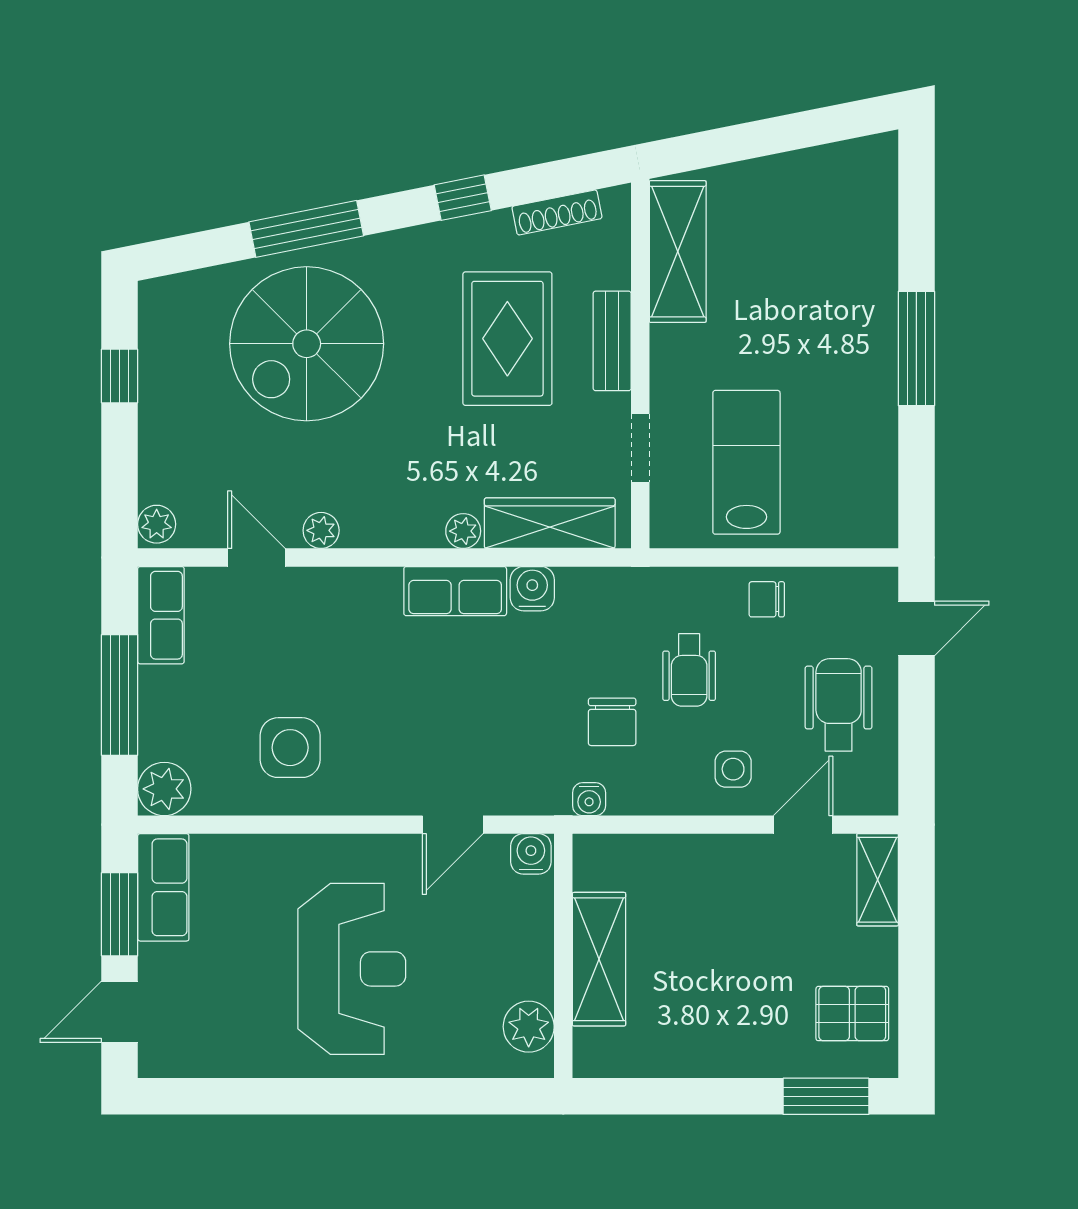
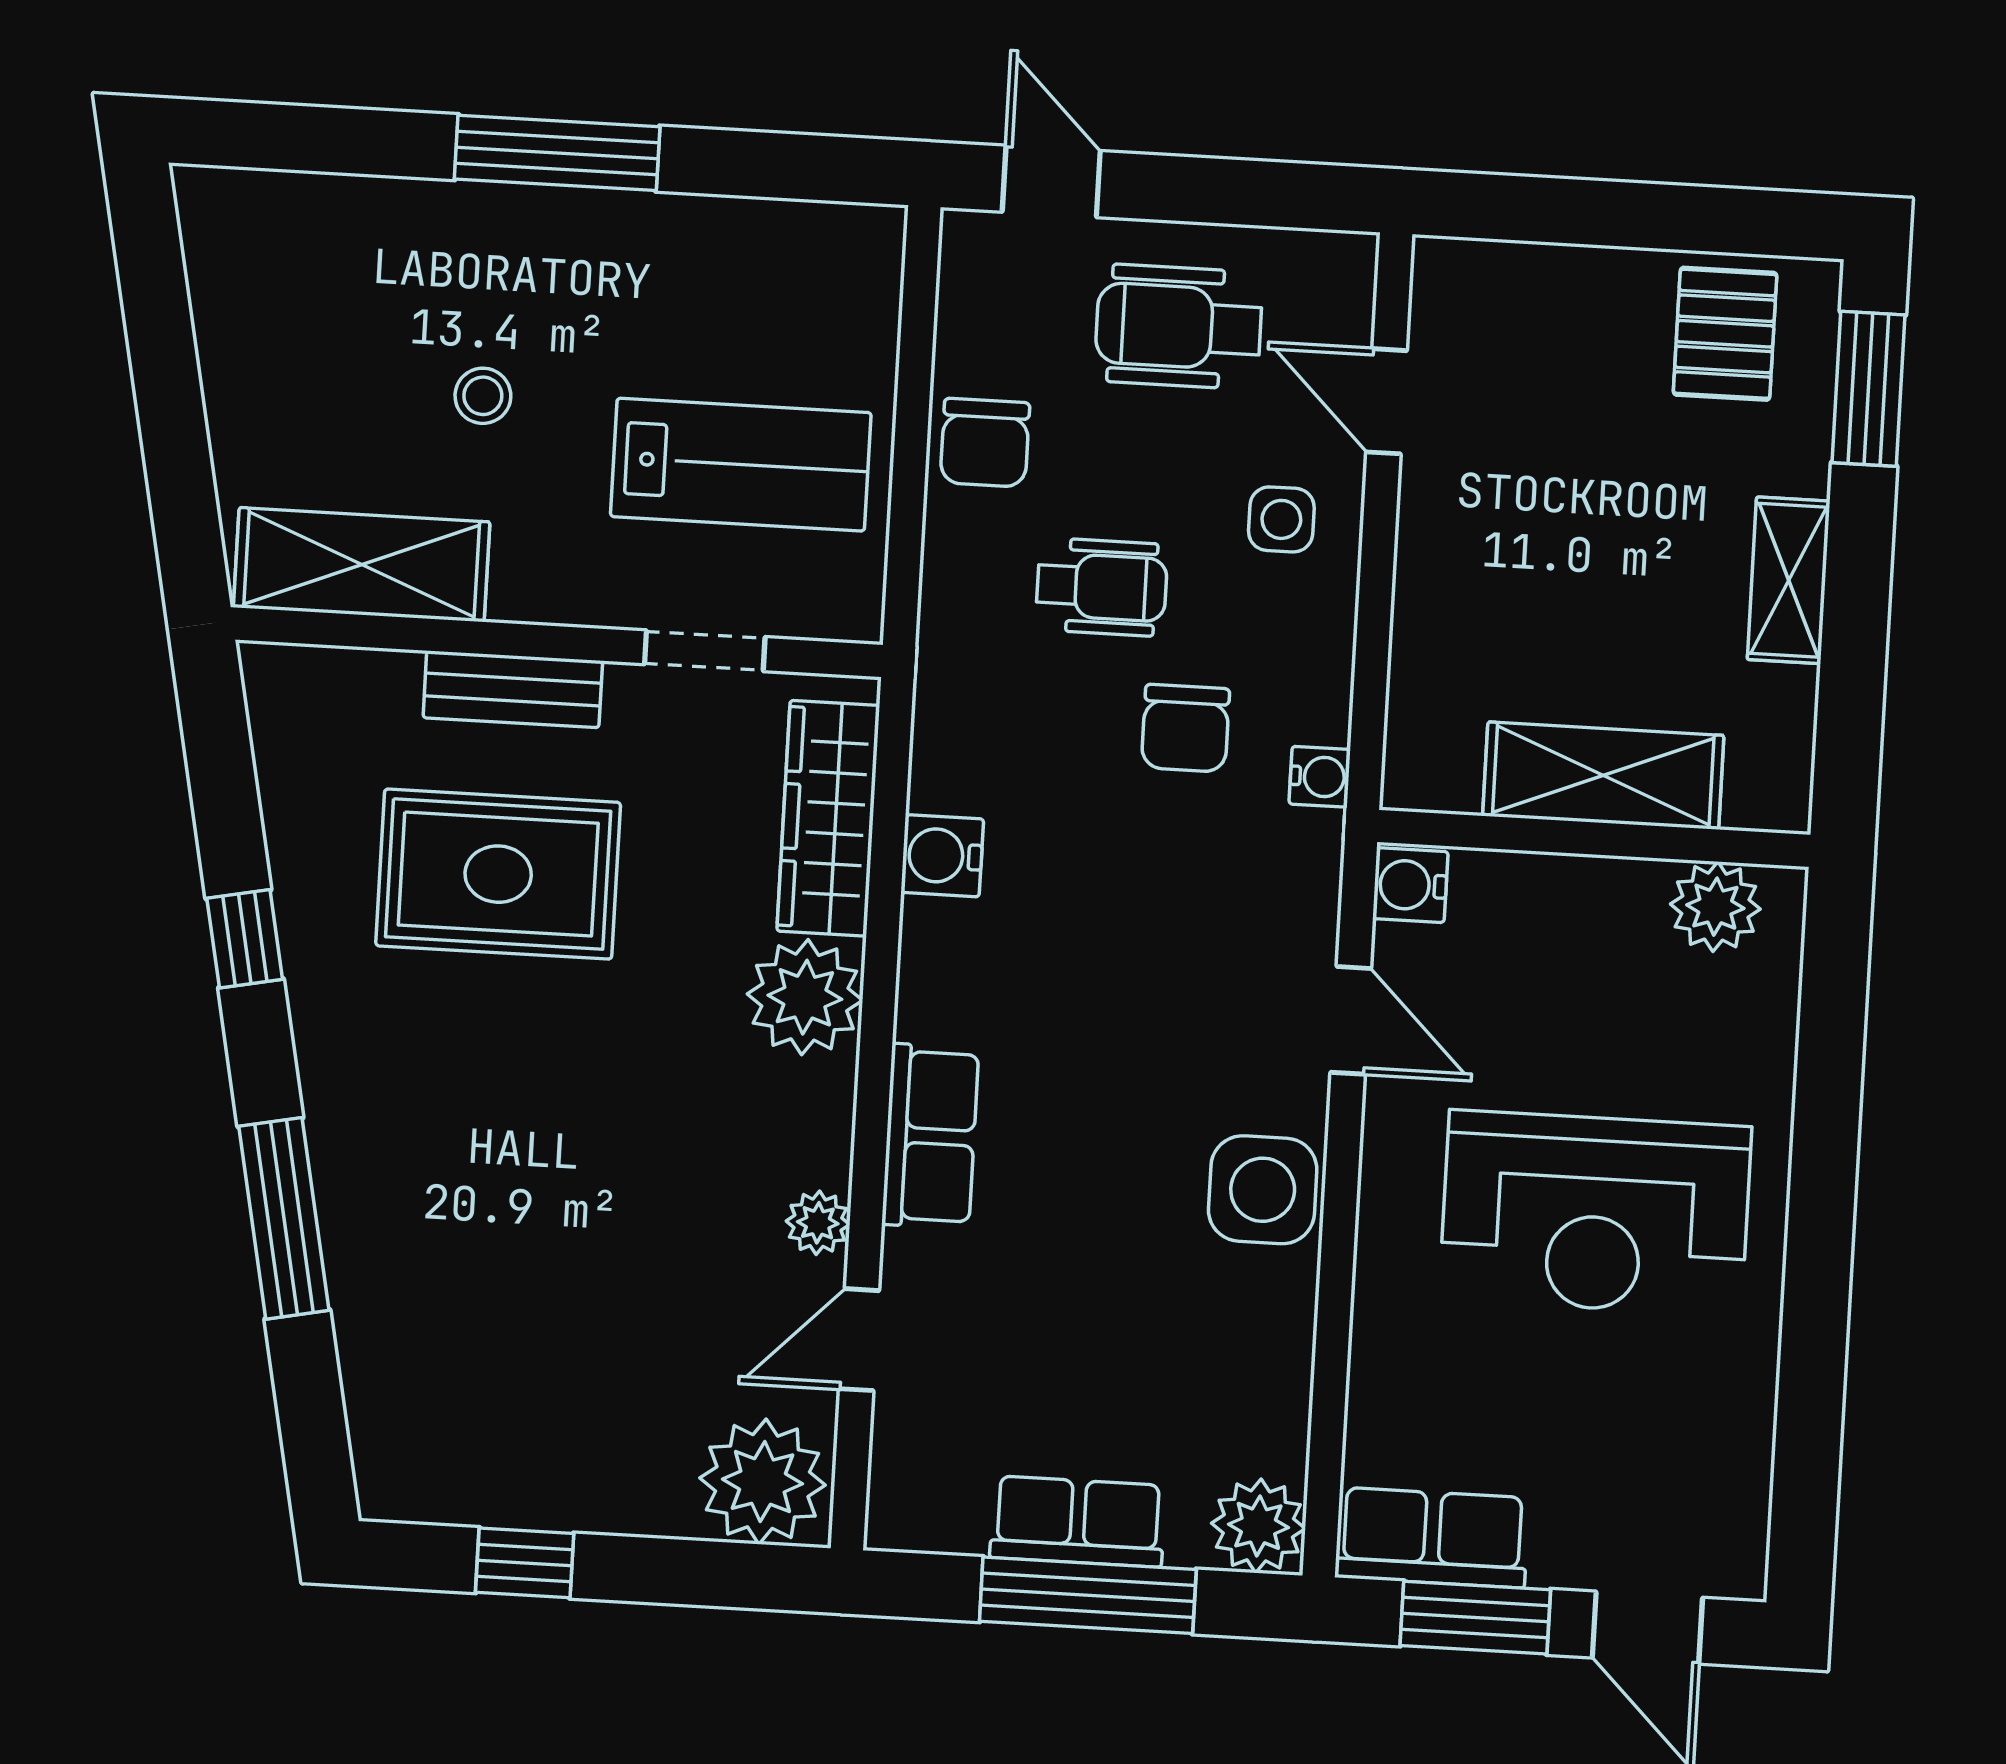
shoe rack: (557, 212) -> (280, 774), removed
stool: (777, 314) -> (483, 396), added
spiral stairs: (307, 344) -> (487, 1229), removed
lab bench: (746, 462) -> (741, 465), turned 180
plant: (157, 524) -> (763, 1482), width x1.87, depth x1.87
plant: (463, 531) -> (805, 997), width x1.88, depth x1.88
row of seats: (455, 591) -> (930, 1136), moved
chair: (767, 599) -> (985, 443), width x1.37, depth x1.37
row of seats: (161, 615) -> (1078, 1521), moved
chair: (612, 722) -> (1185, 728), turned 90
side table: (290, 748) -> (1263, 1190), moved
shelving: (878, 880) -> (1789, 580), moved, turned 90
reception desk: (352, 969) -> (1595, 1213), turned 180

